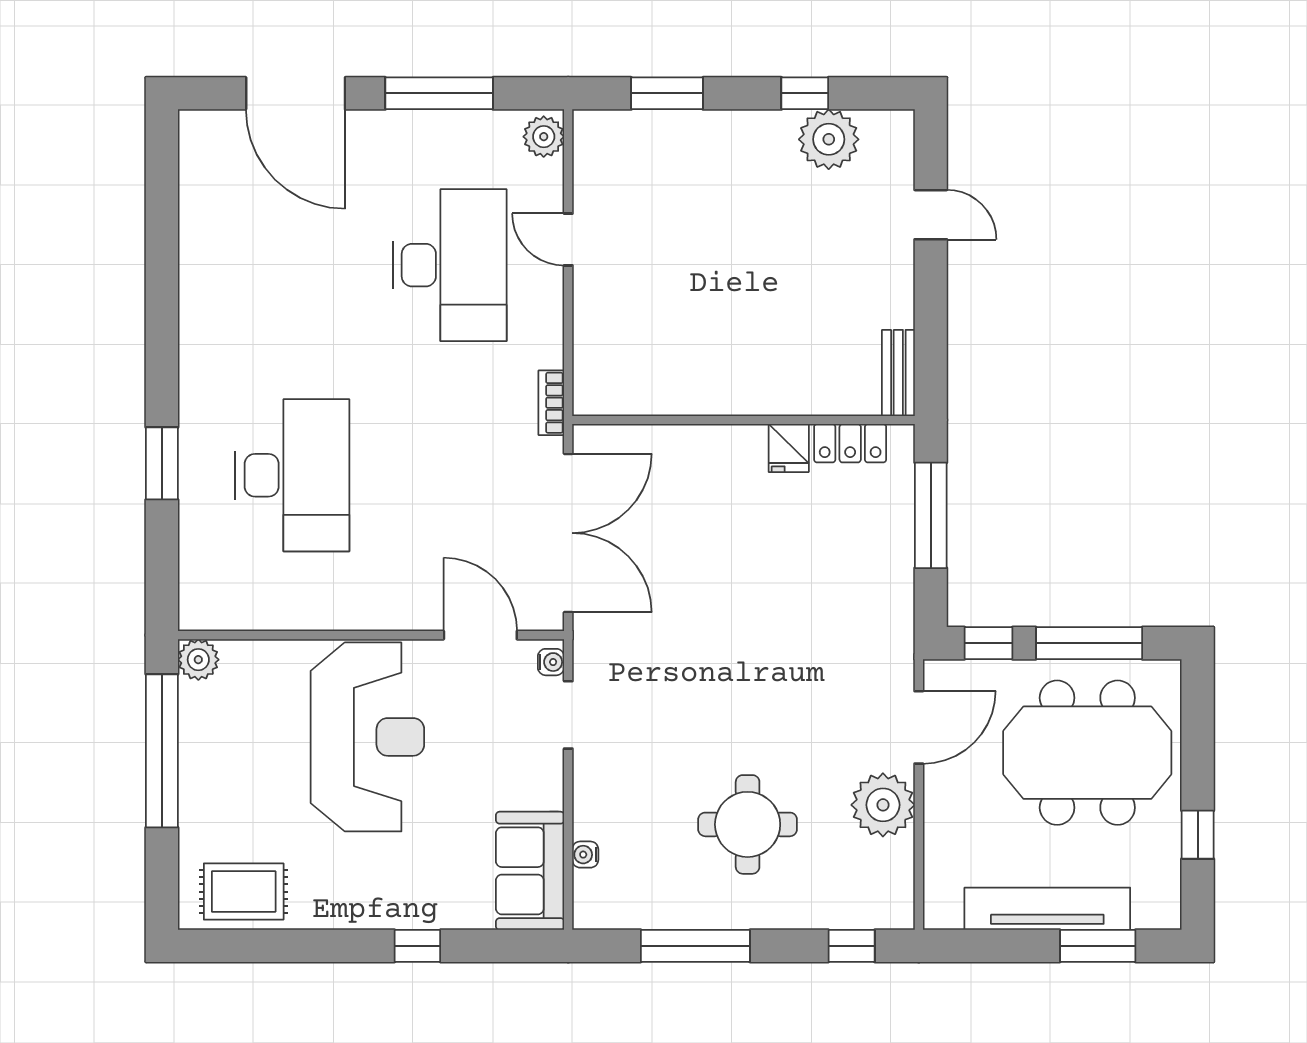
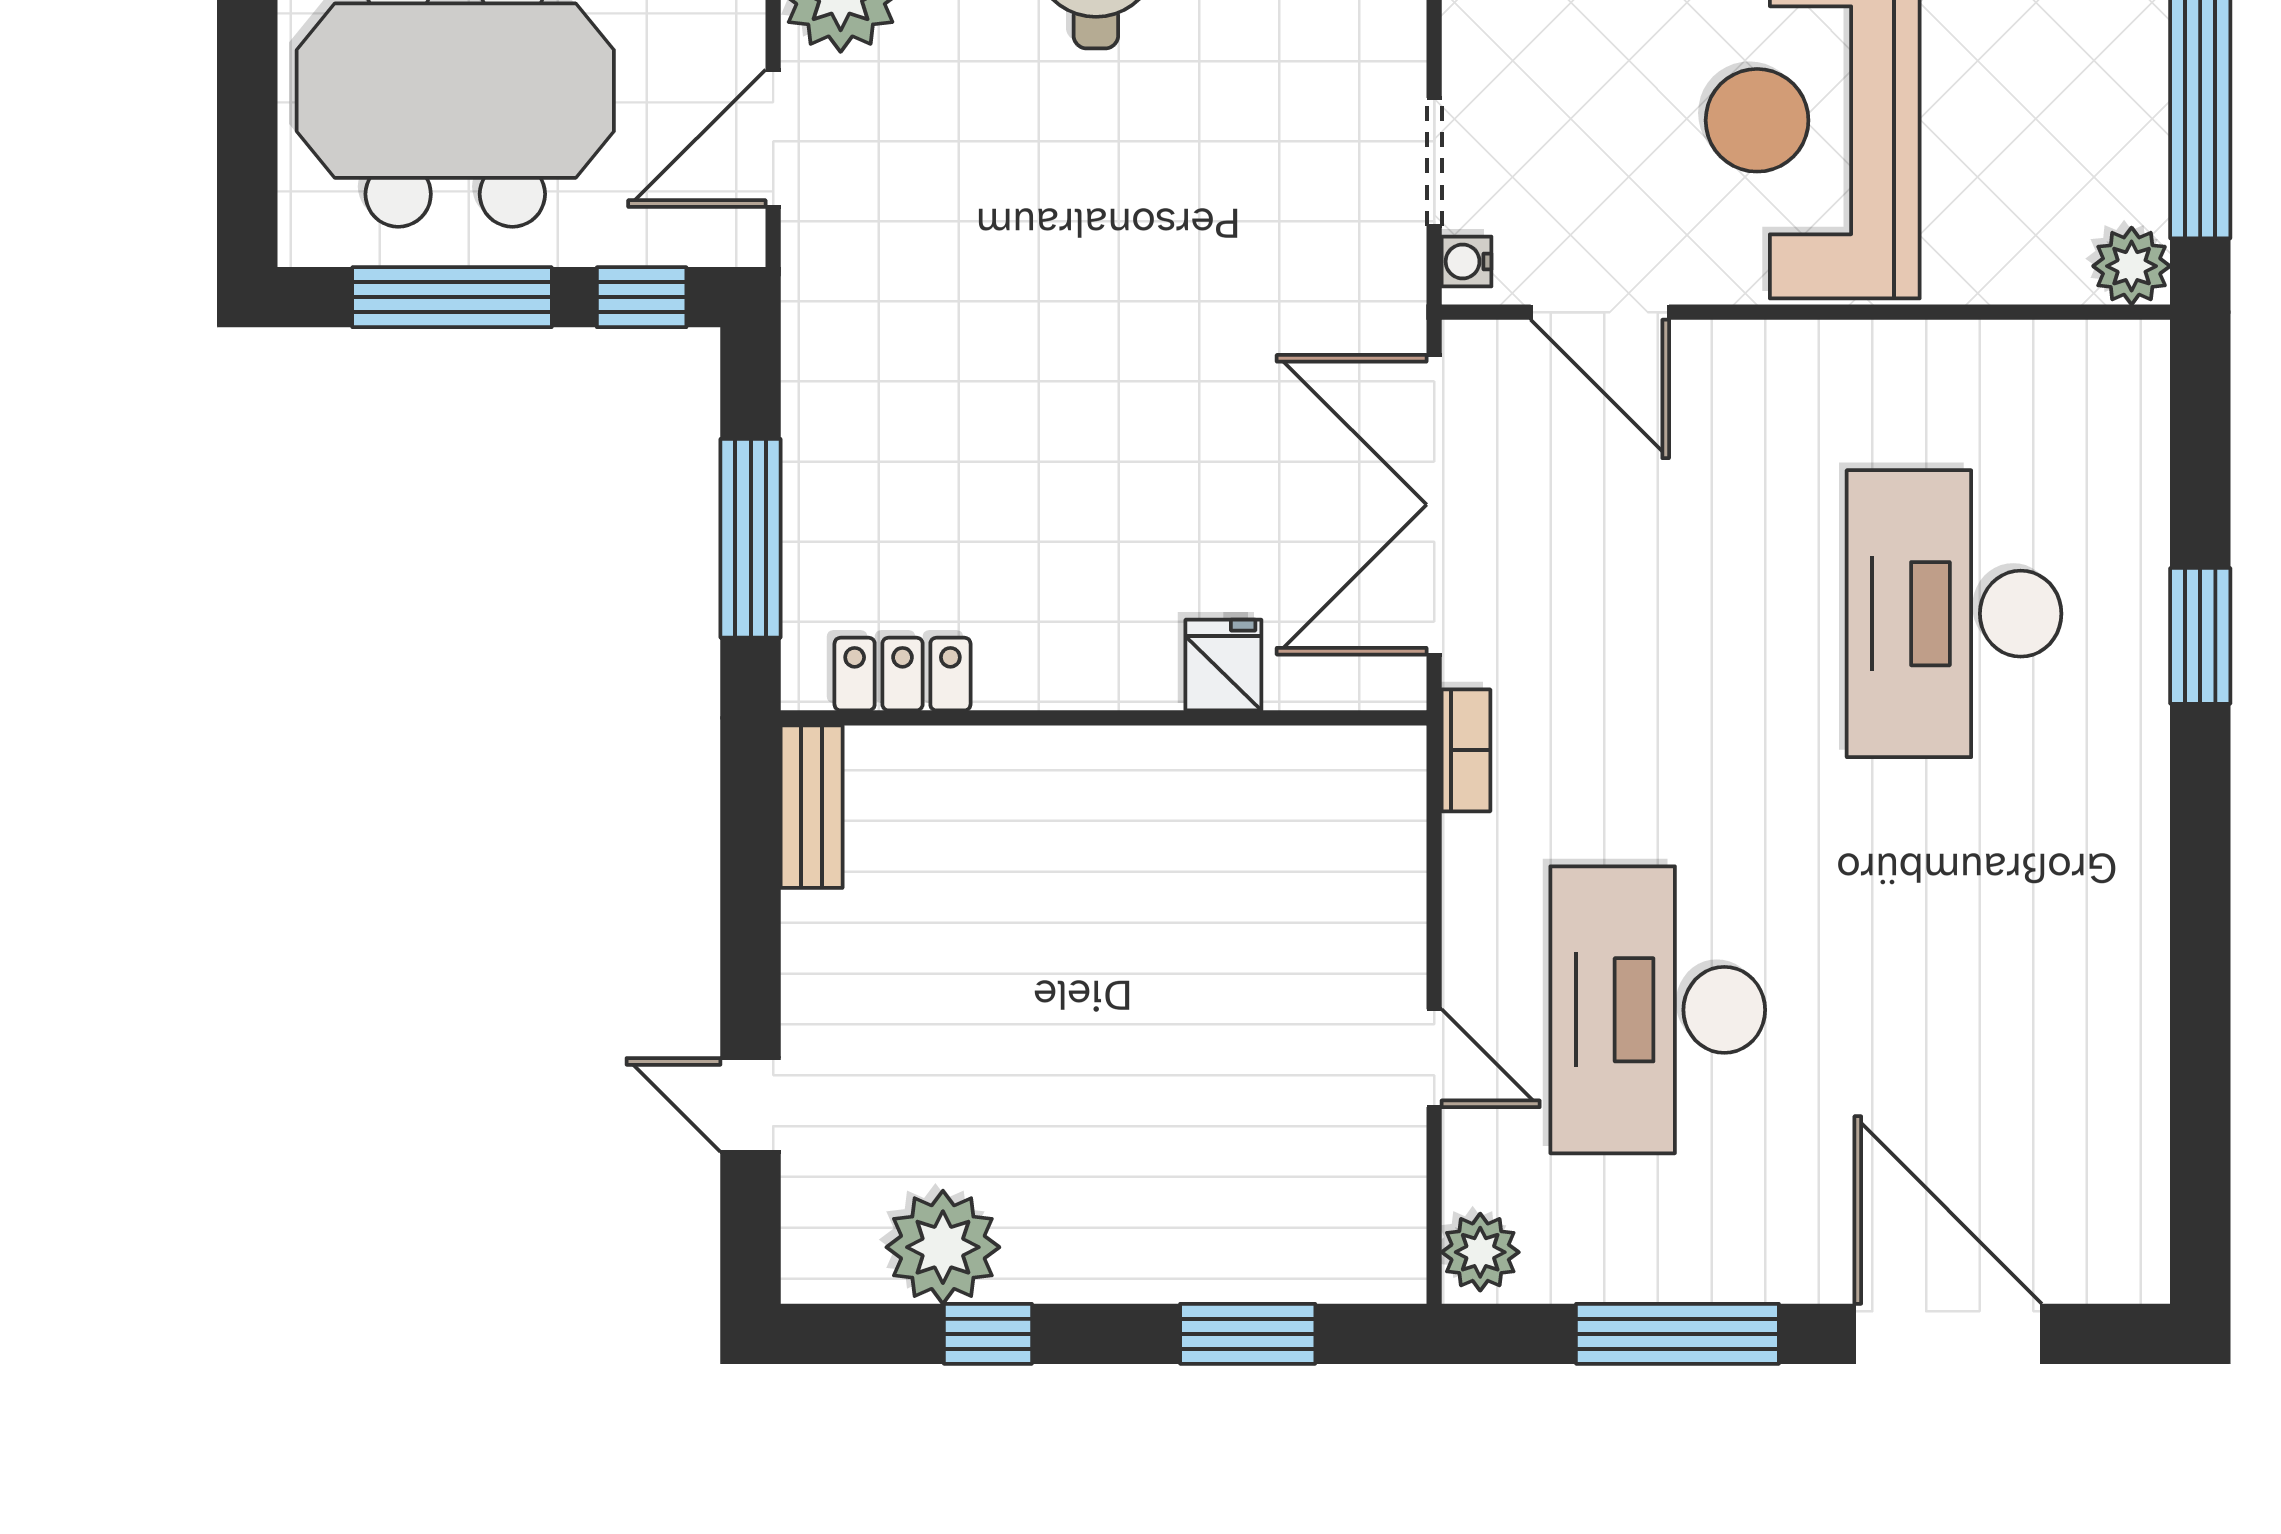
fridge: (789, 448) -> (1223, 665), moved

